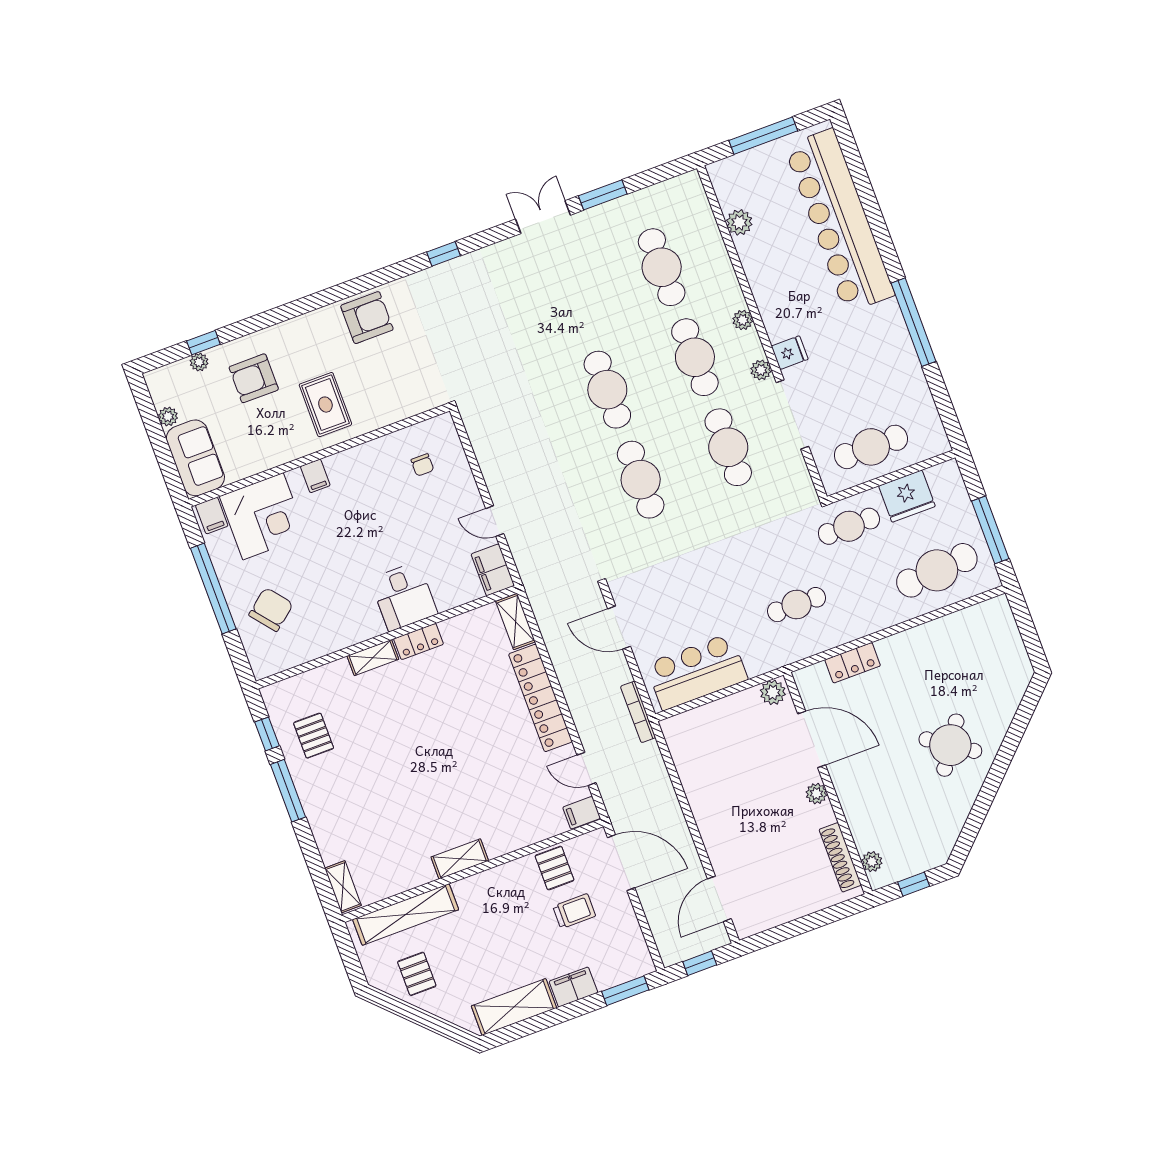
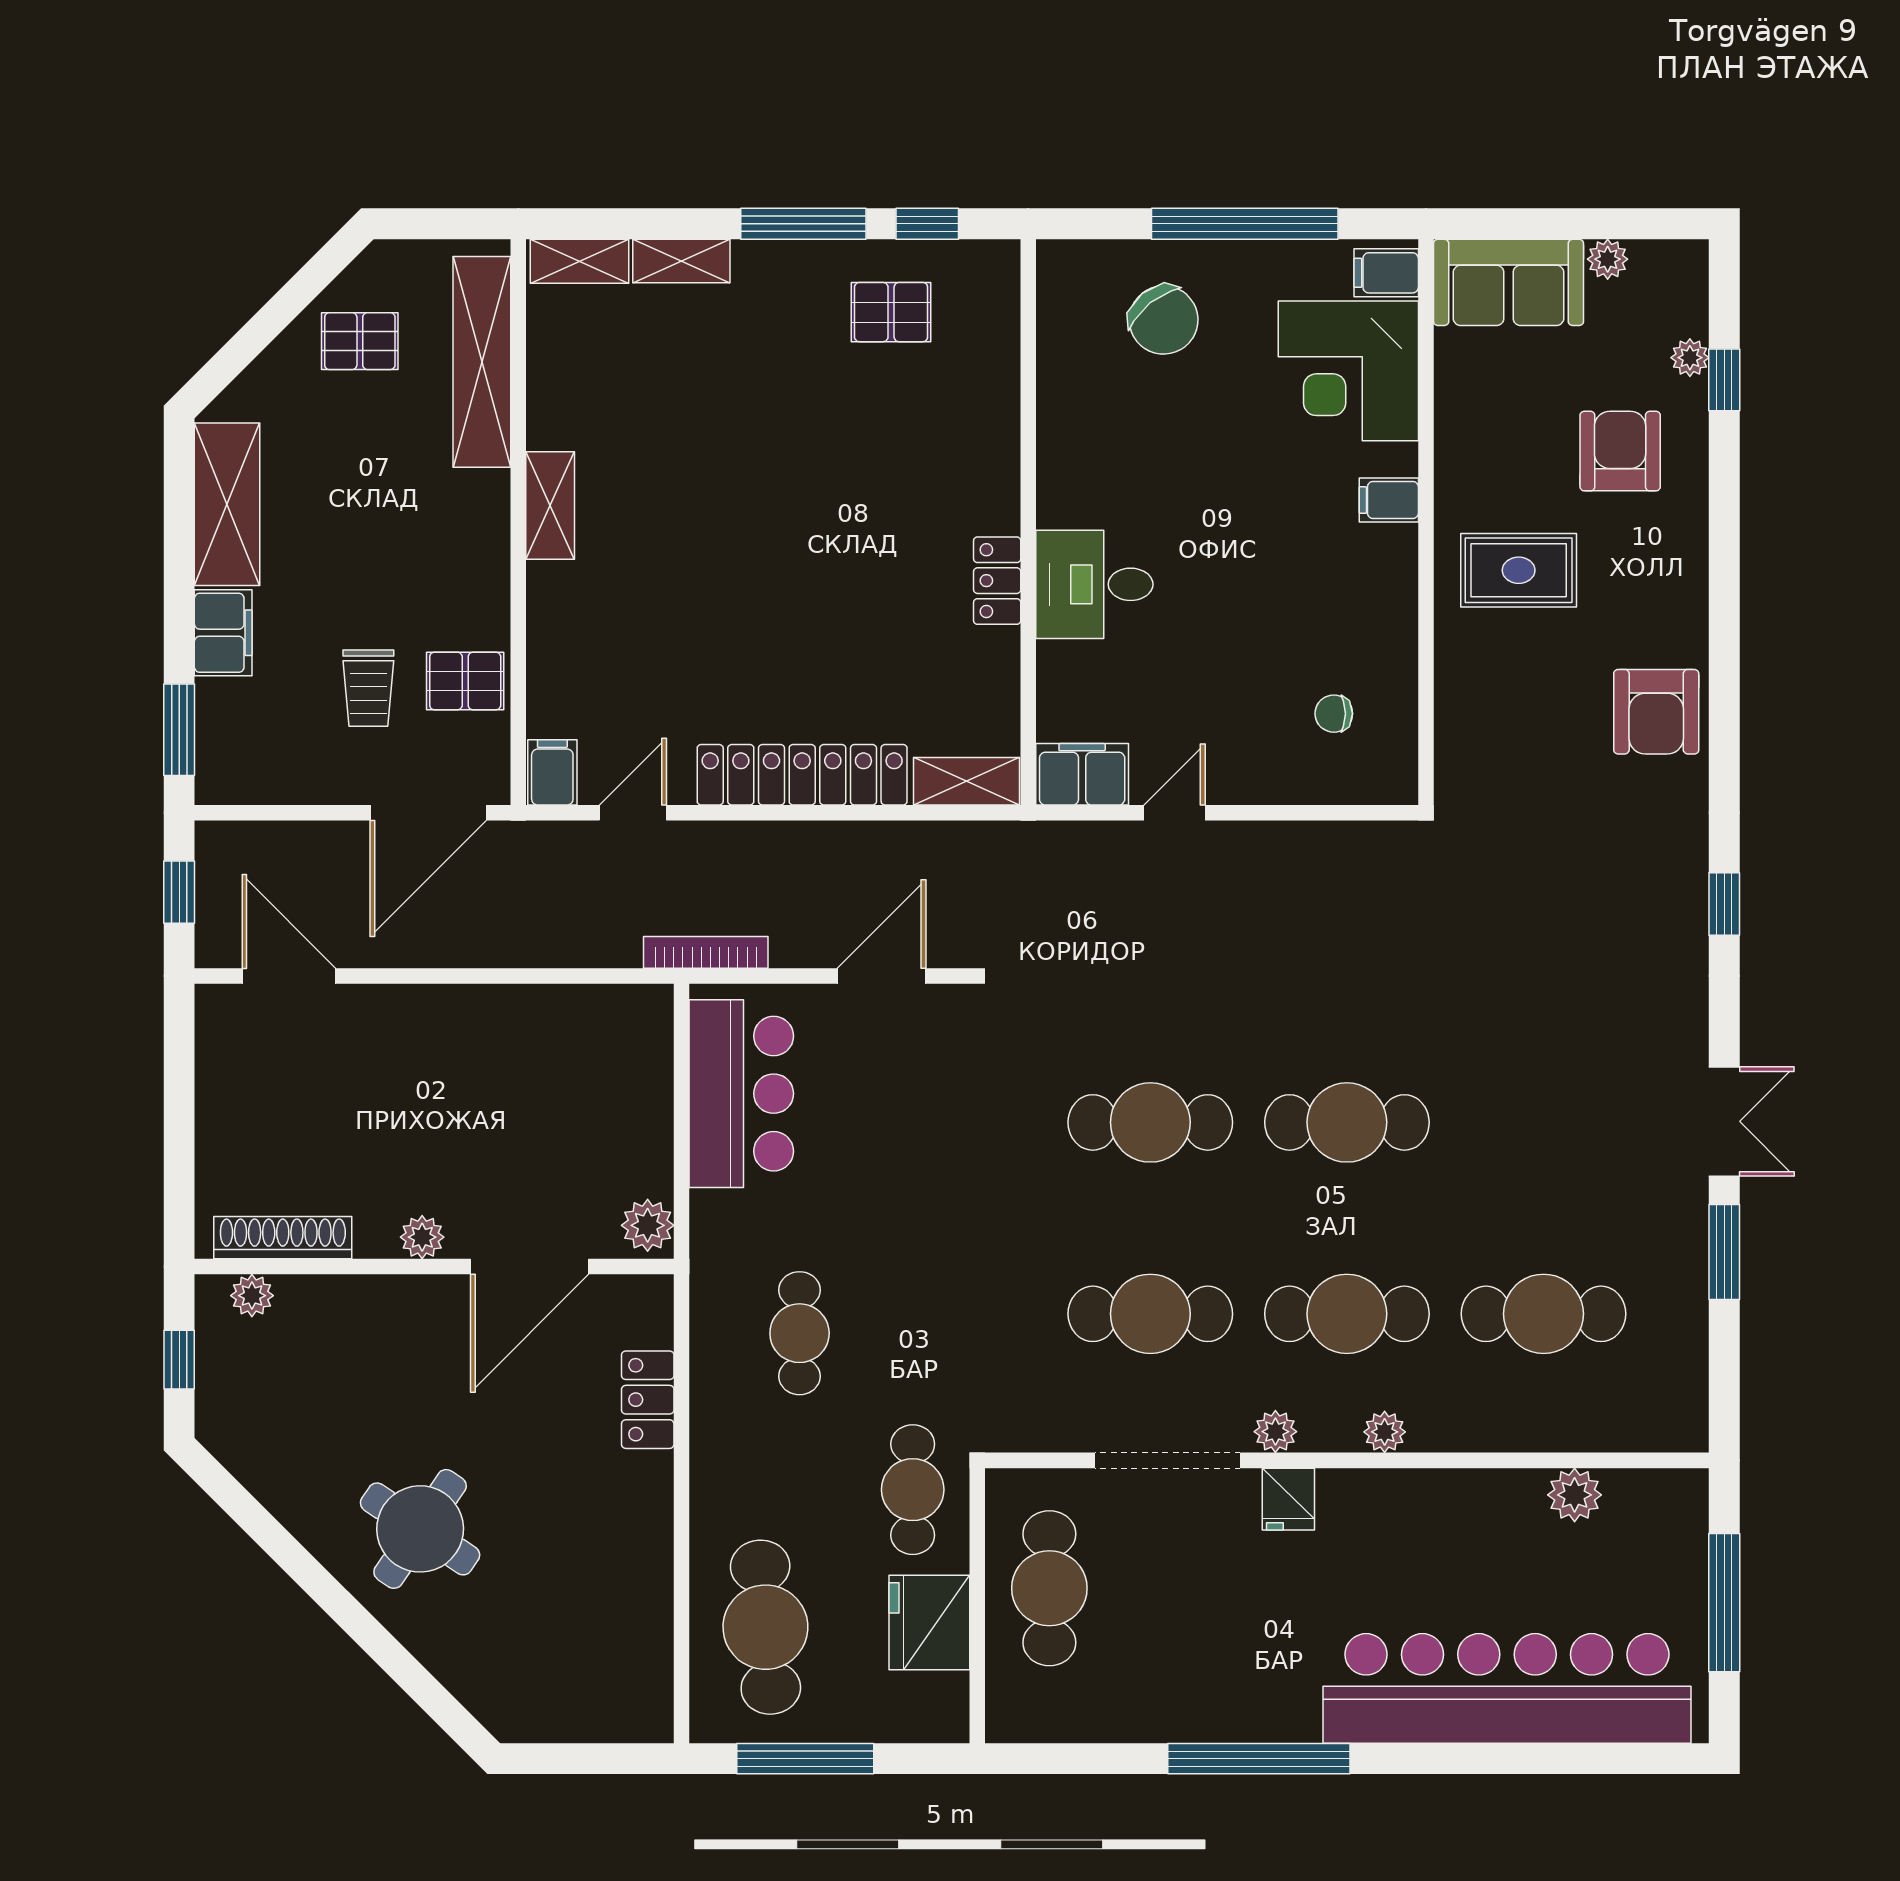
shelving: (373, 658) -> (681, 261), moved, turned 90

